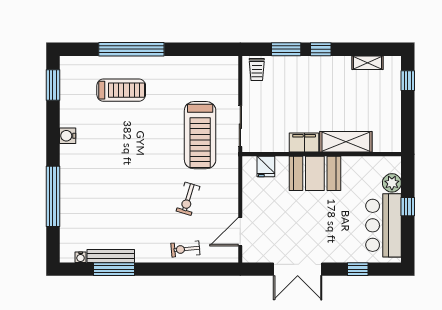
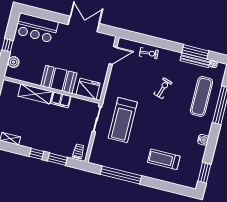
window: (131, 49) -> (121, 175), moved
treadmill: (200, 135) -> (123, 120), turned 180
fridge: (266, 167) -> (88, 89), width x1.88, depth x1.34
exercise bike: (188, 199) -> (163, 88), moved
exercise mat: (87, 202) -> (201, 96), added
bar counter: (384, 225) -> (37, 28), moved, turned 90
window: (358, 269) -> (47, 15), removed

